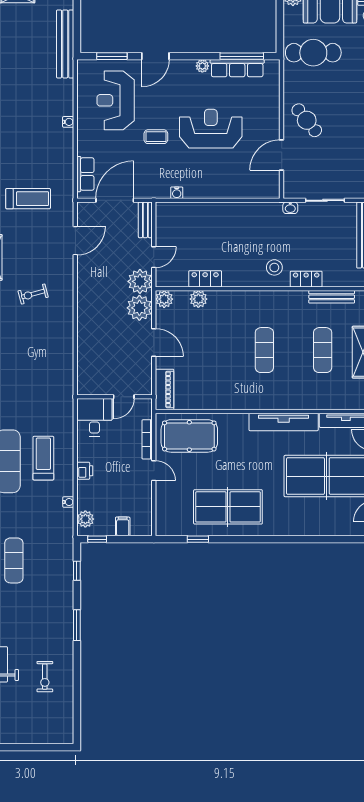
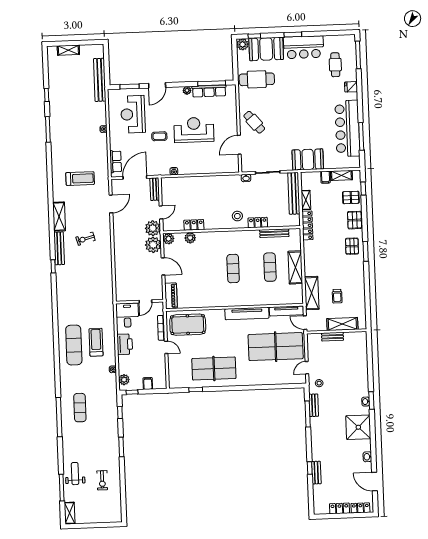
printer: (85, 471) -> (125, 344), width x1.87, depth x1.48

